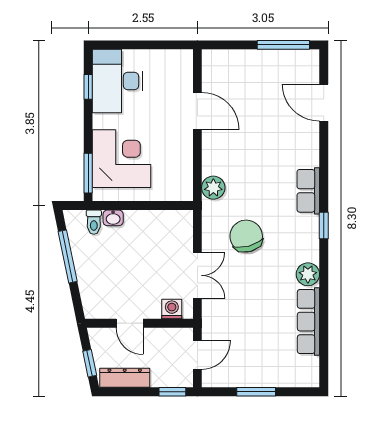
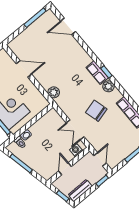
row of seats: (308, 191) -> (97, 73), moved
chair: (246, 236) -> (96, 111), moved
plant: (308, 274) -> (108, 86), moved
double door: (197, 275) -> (75, 130), swing flipped
door: (130, 323) -> (65, 169), swing flipped

